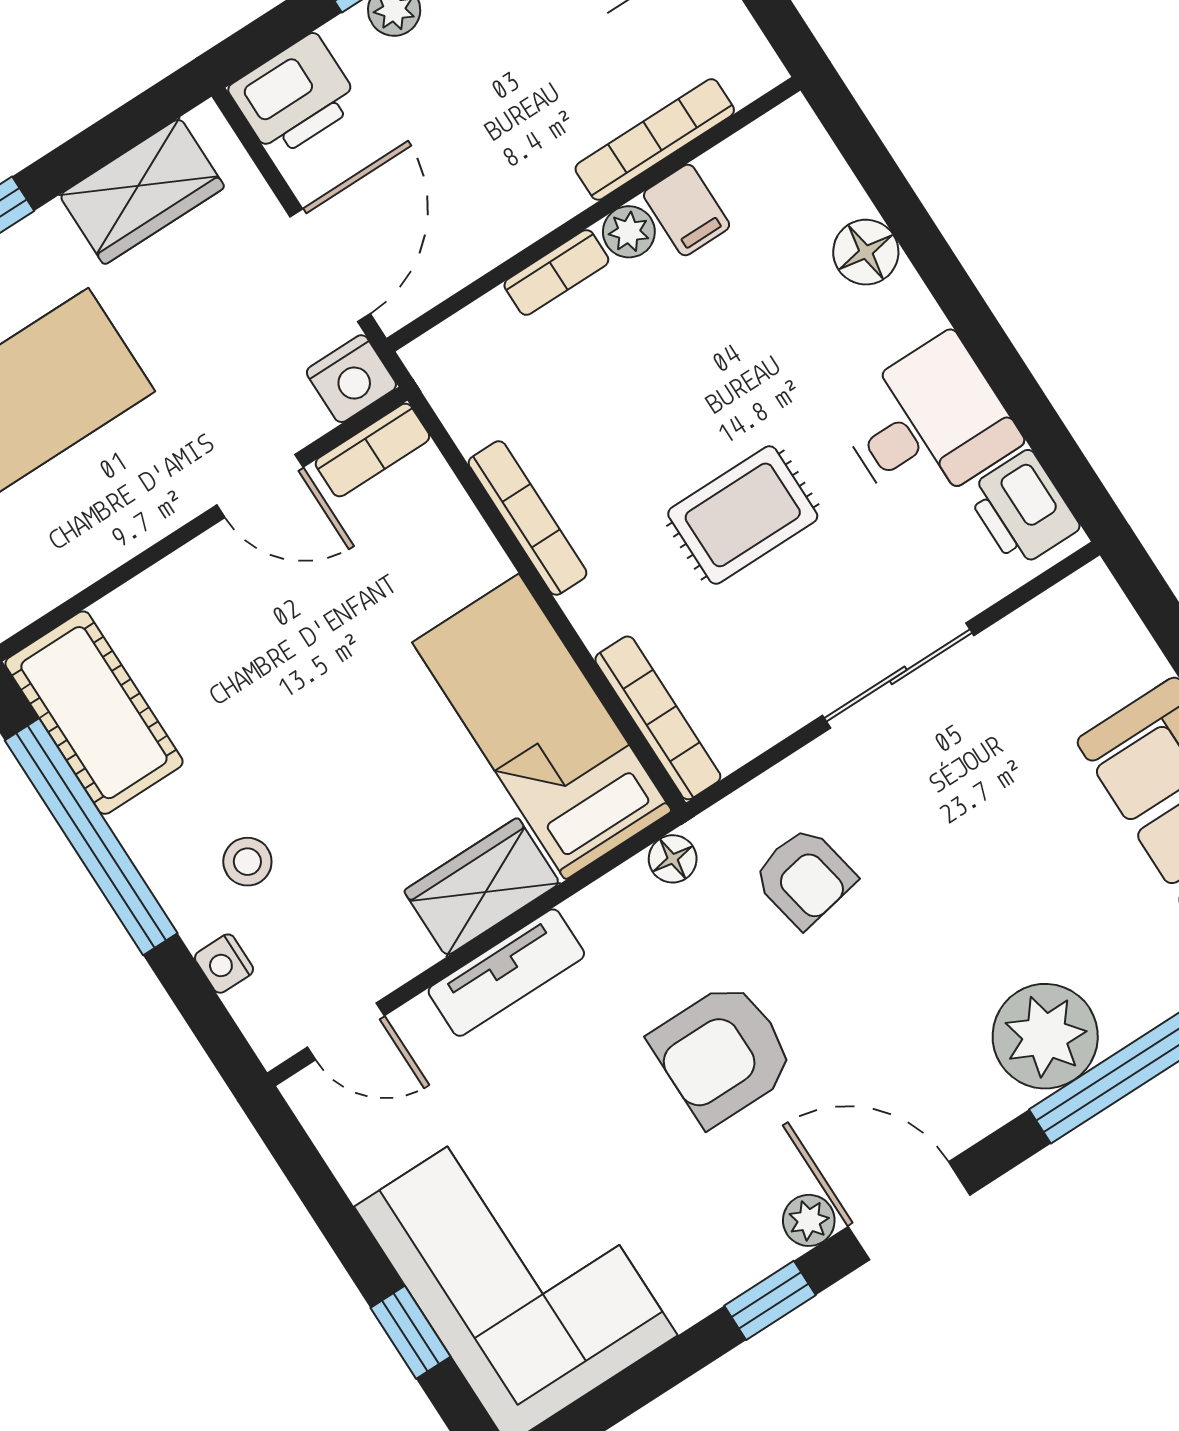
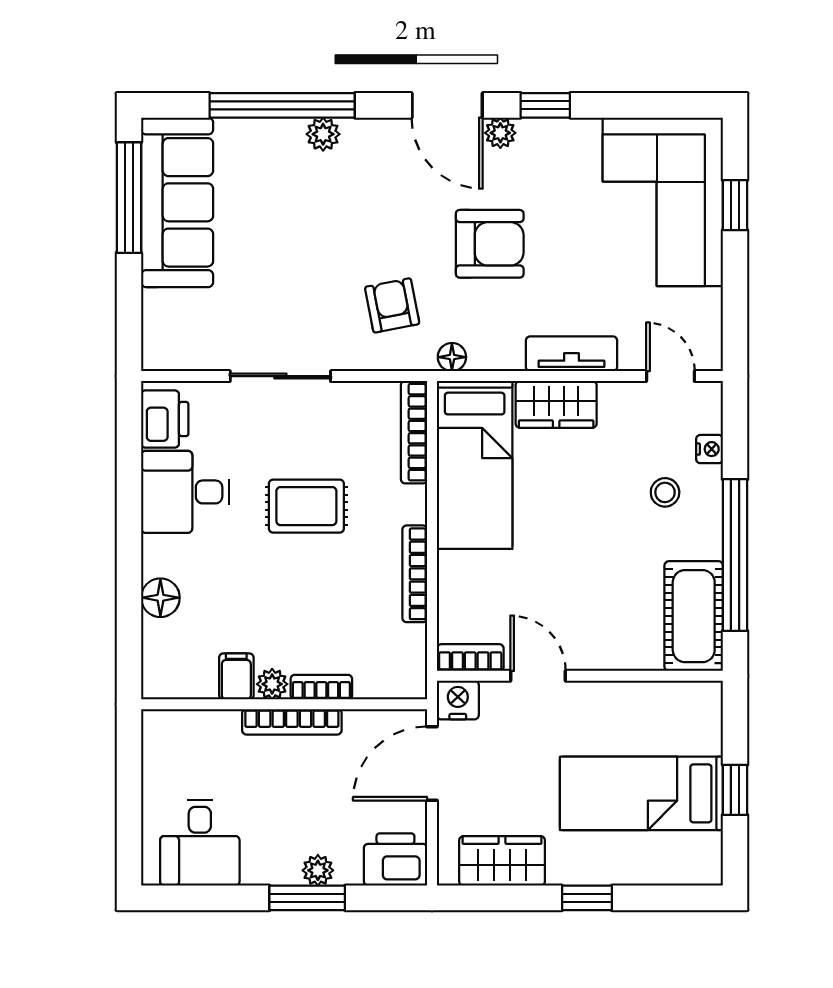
bookcase: (655, 139) -> (292, 722), moved
plant: (1045, 1036) -> (323, 134), width x0.53, depth x0.53

